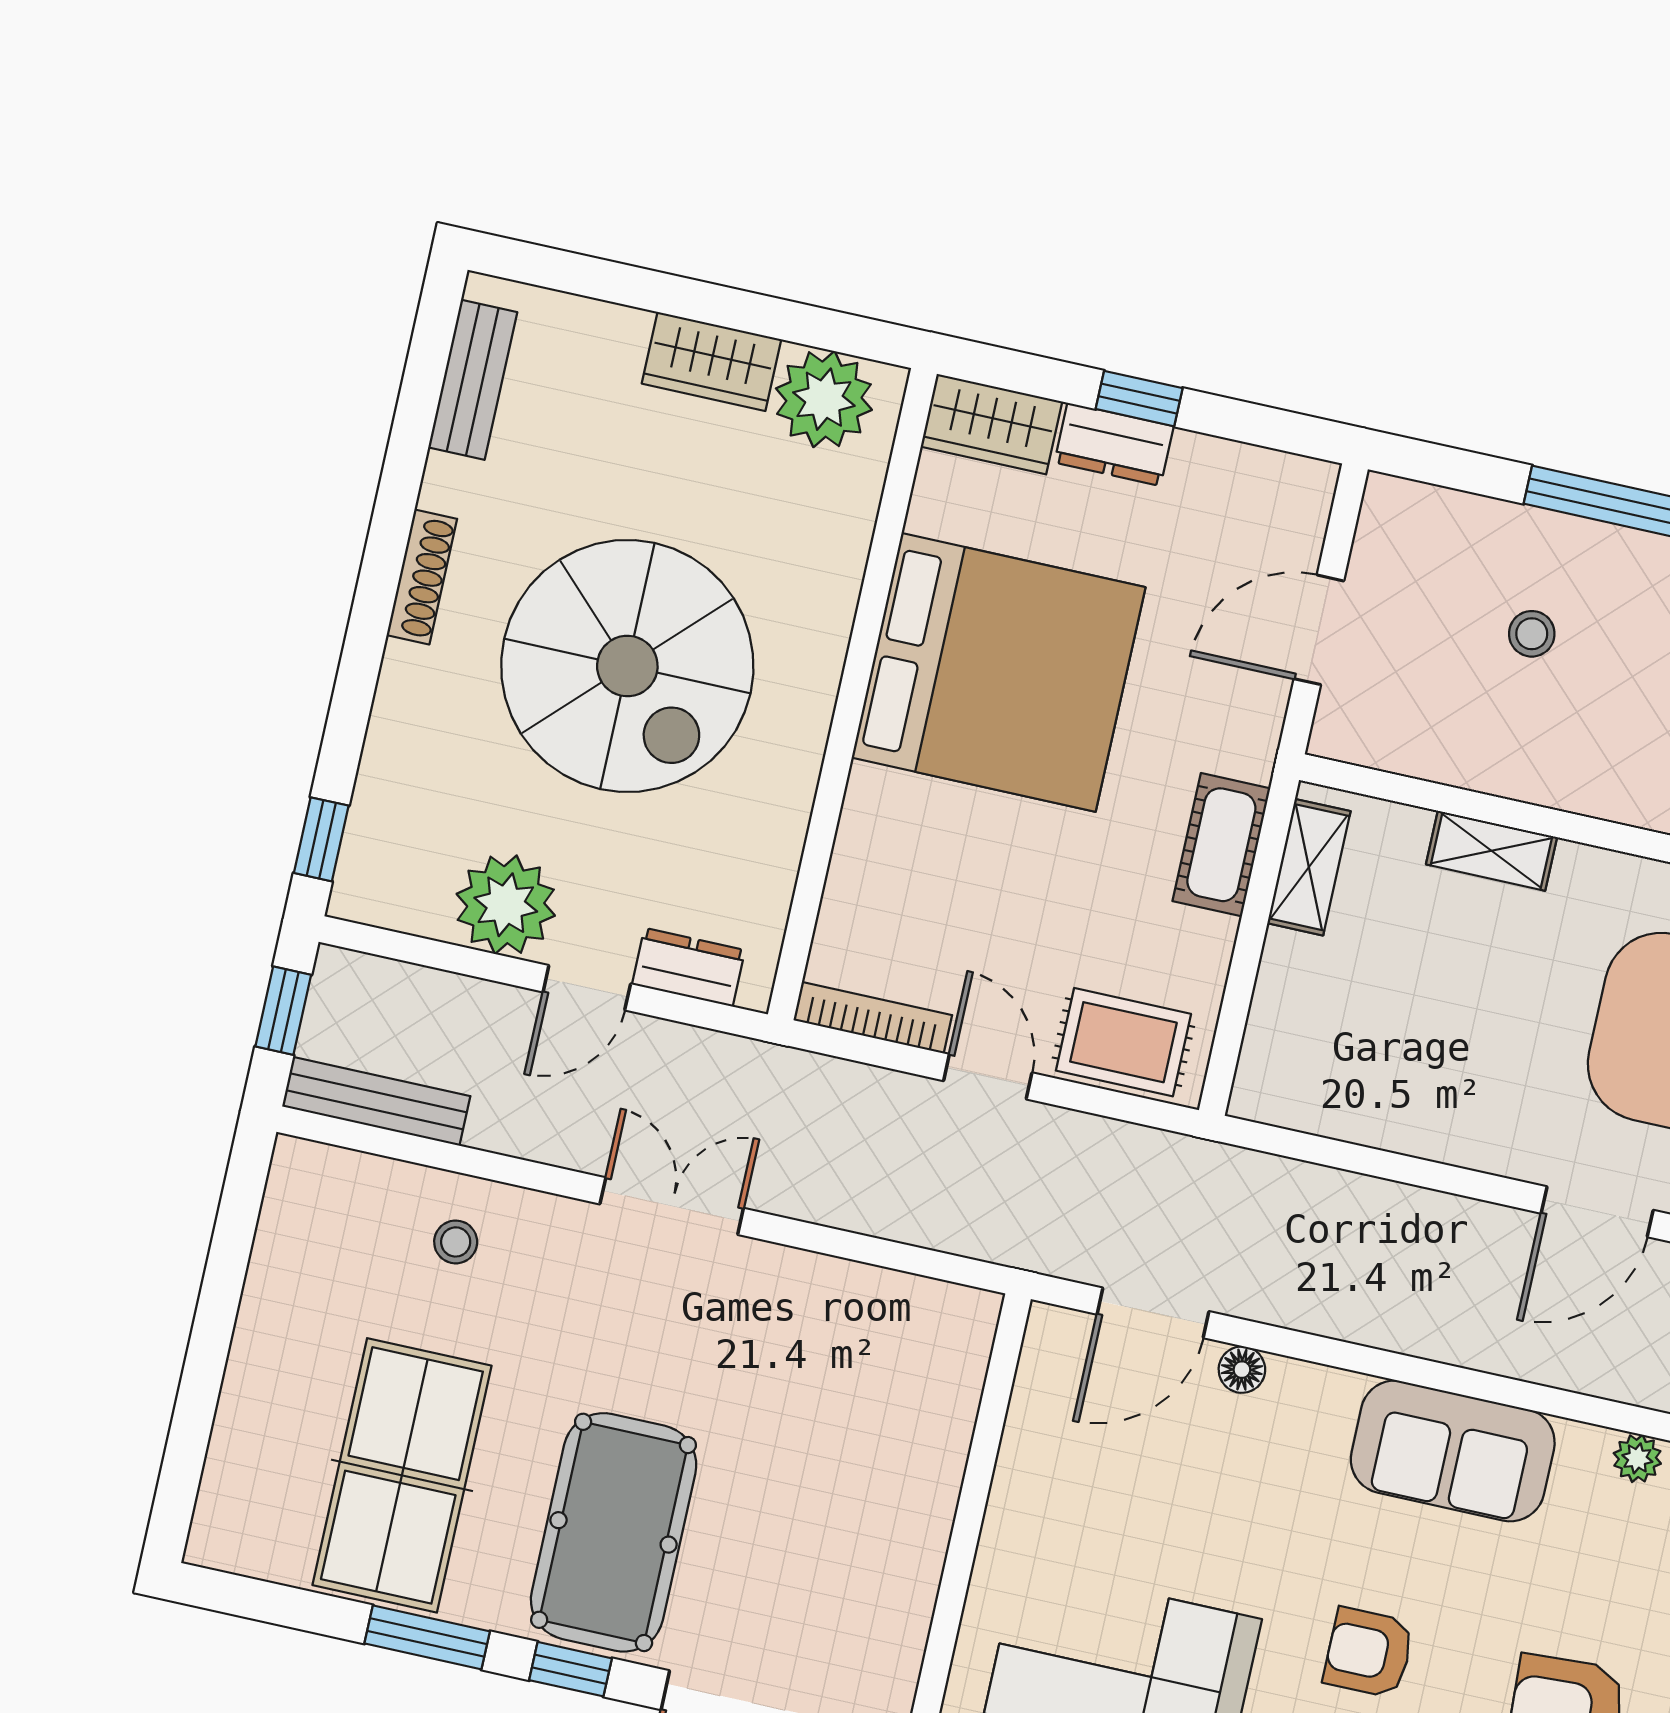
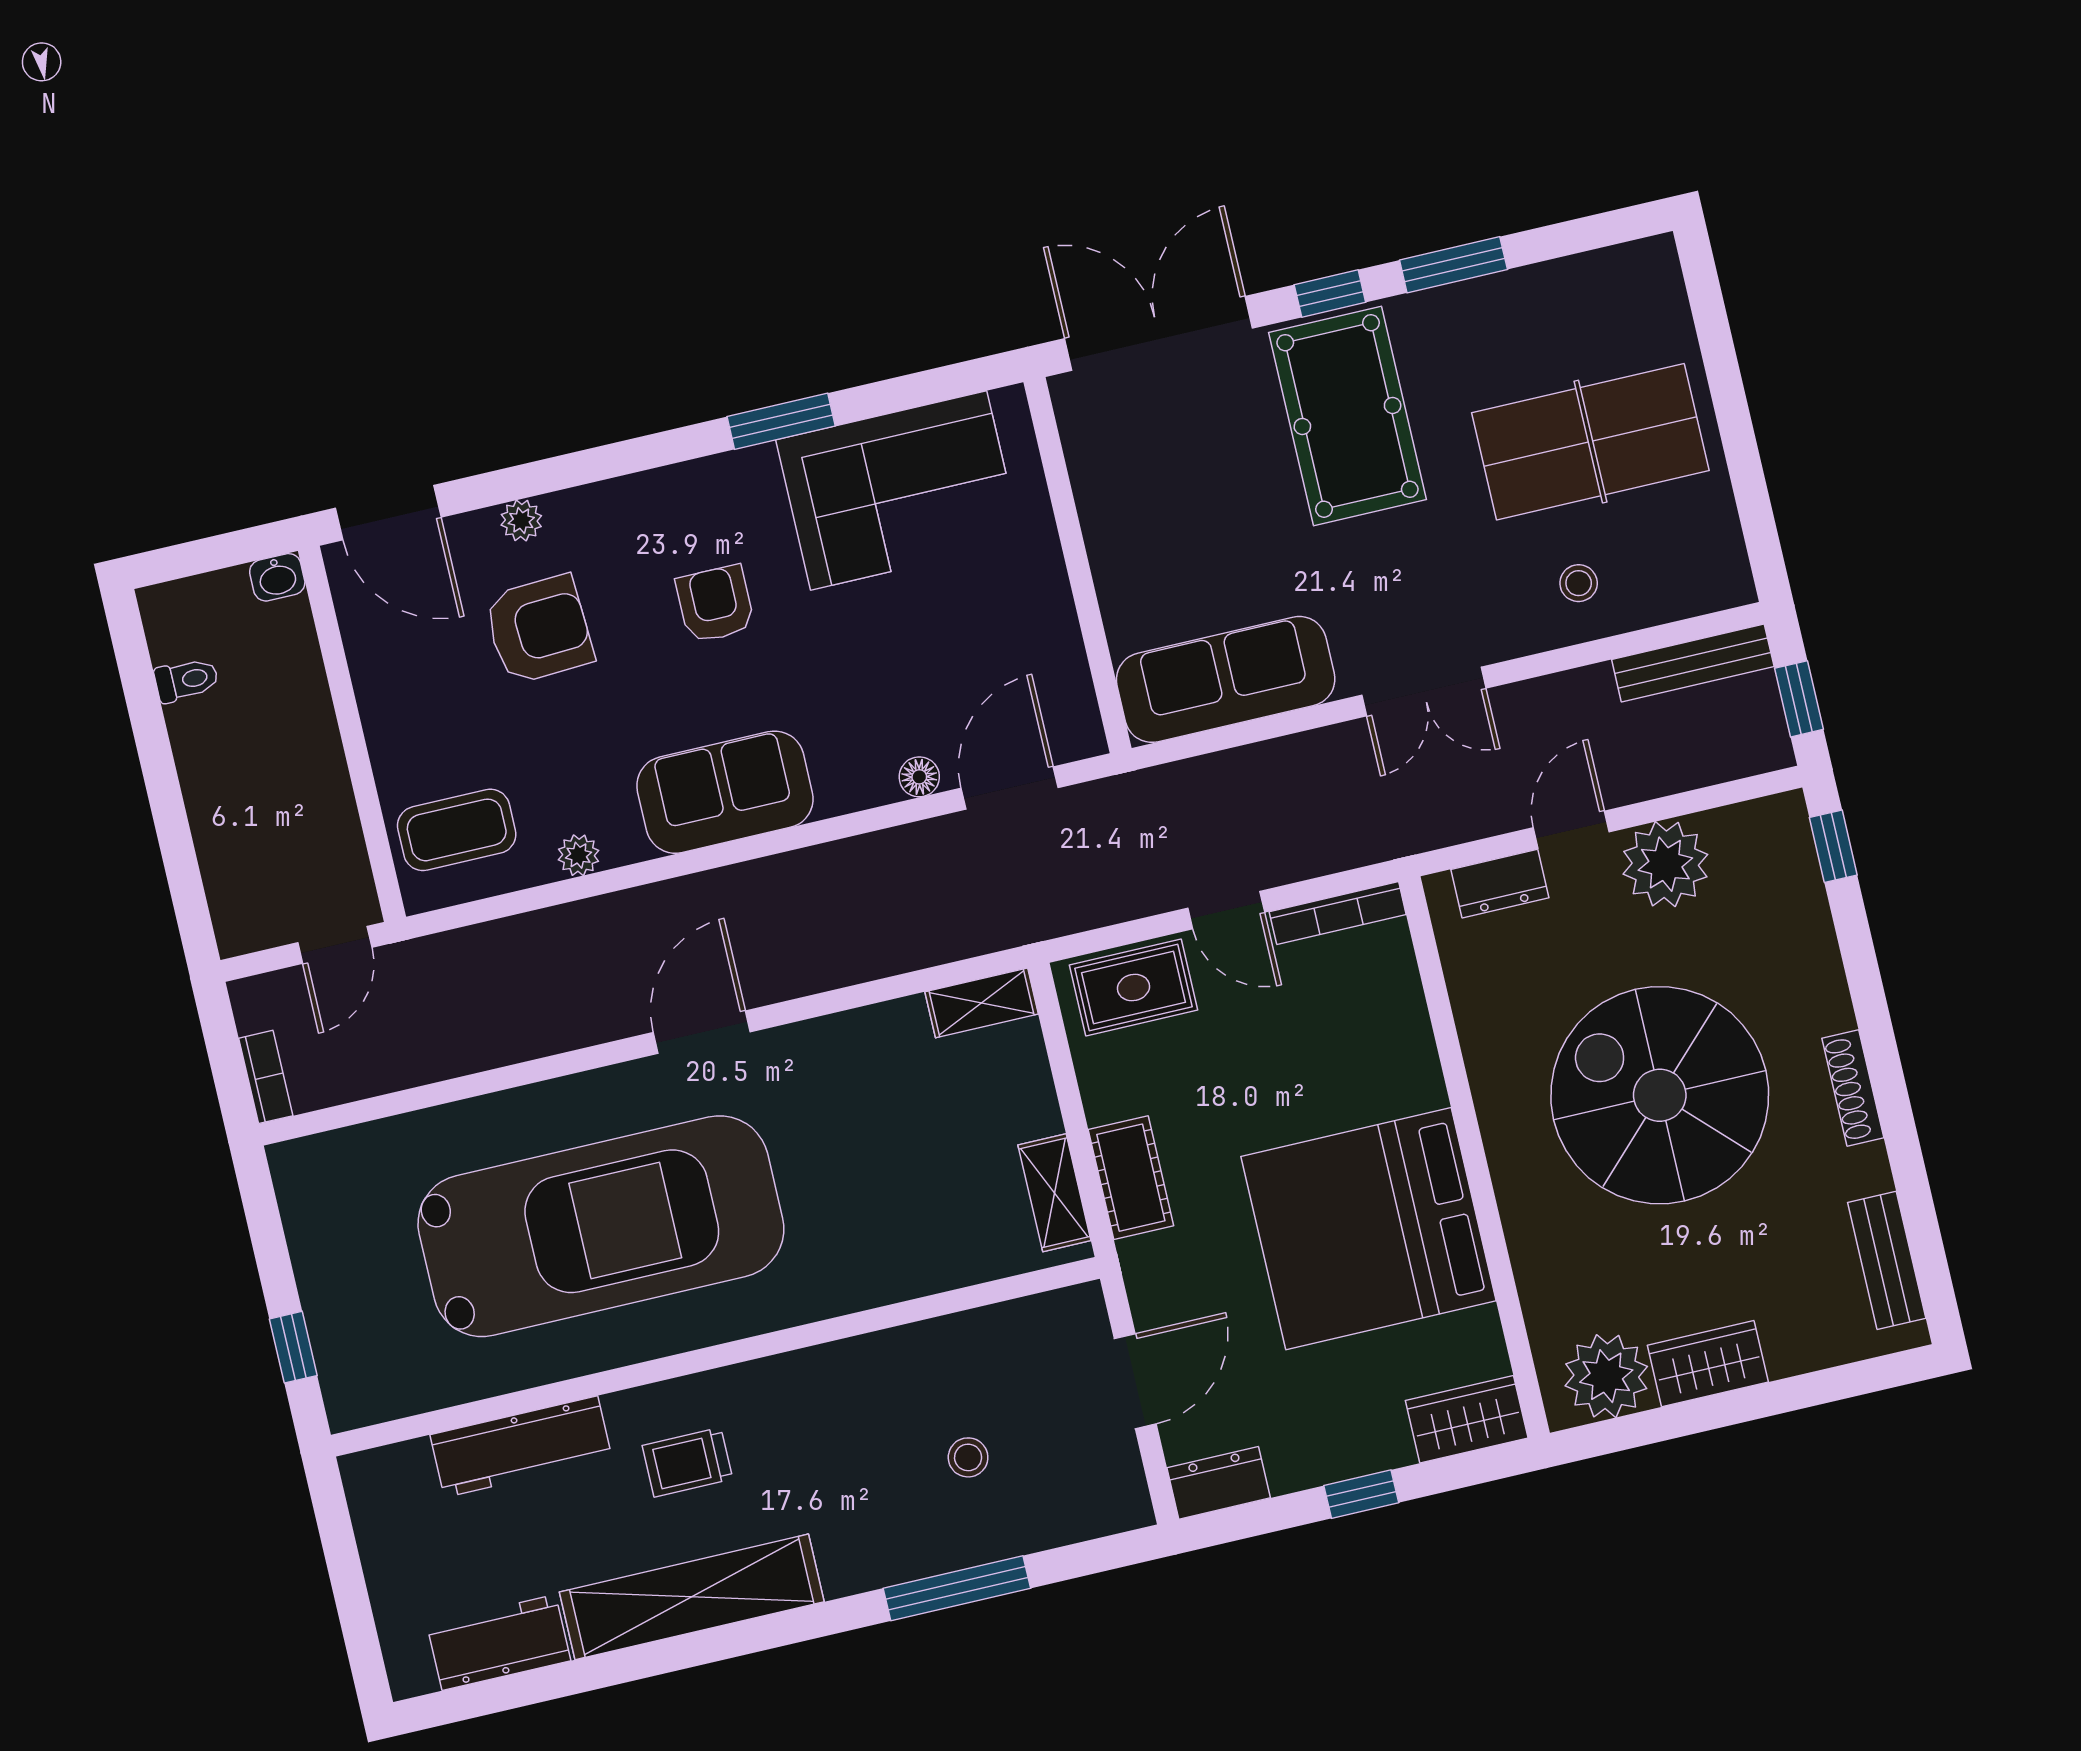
dresser: (1114, 444) -> (1219, 1483), moved
shelving: (1492, 851) -> (982, 1003), moved
sofa: (873, 1318) -> (1226, 679), added
table tennis table: (402, 1475) -> (1590, 442), moved, turned 90
armchair: (1369, 1653) -> (715, 604), turned -90

